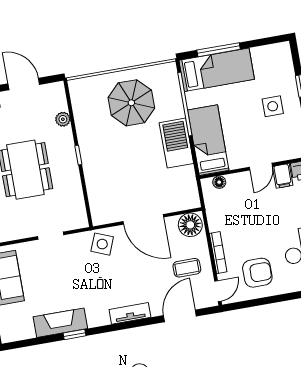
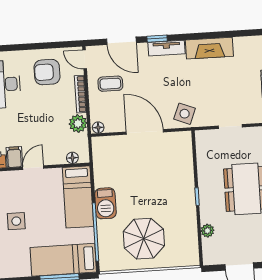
barbecue: (176, 143) -> (105, 203), width x0.73, depth x0.83
plant: (217, 220) -> (78, 123), added
floor lamp: (190, 225) -> (98, 128), width x0.53, depth x0.53
door: (218, 291) -> (85, 59), hinge flipped
door: (180, 316) -> (121, 41), hinge flipped
fireplace: (60, 323) -> (209, 48), moved
window: (75, 334) -> (157, 39), moved

